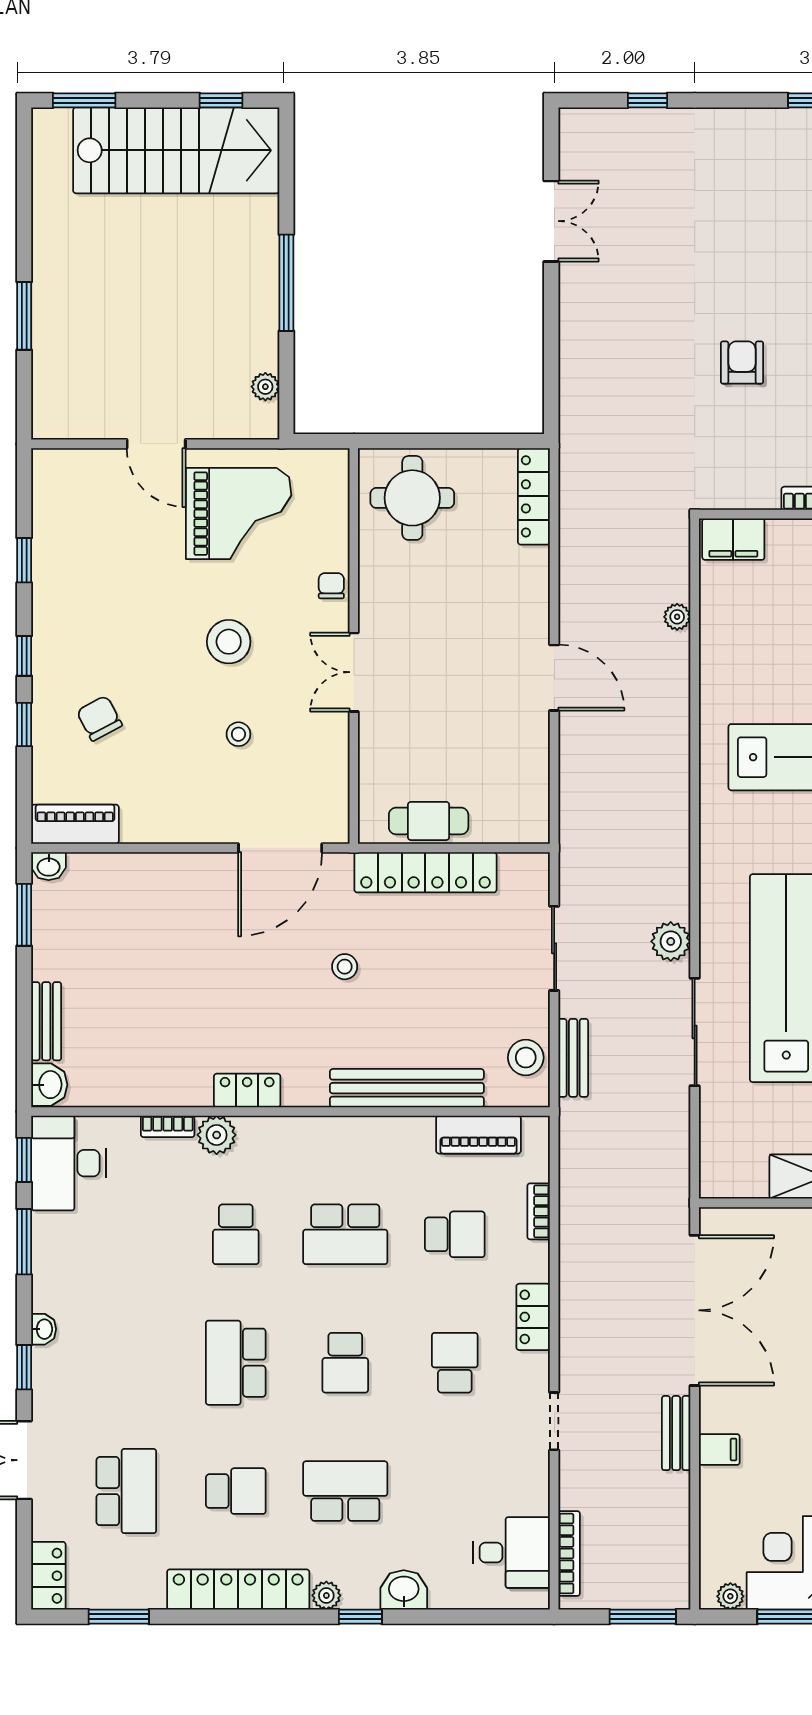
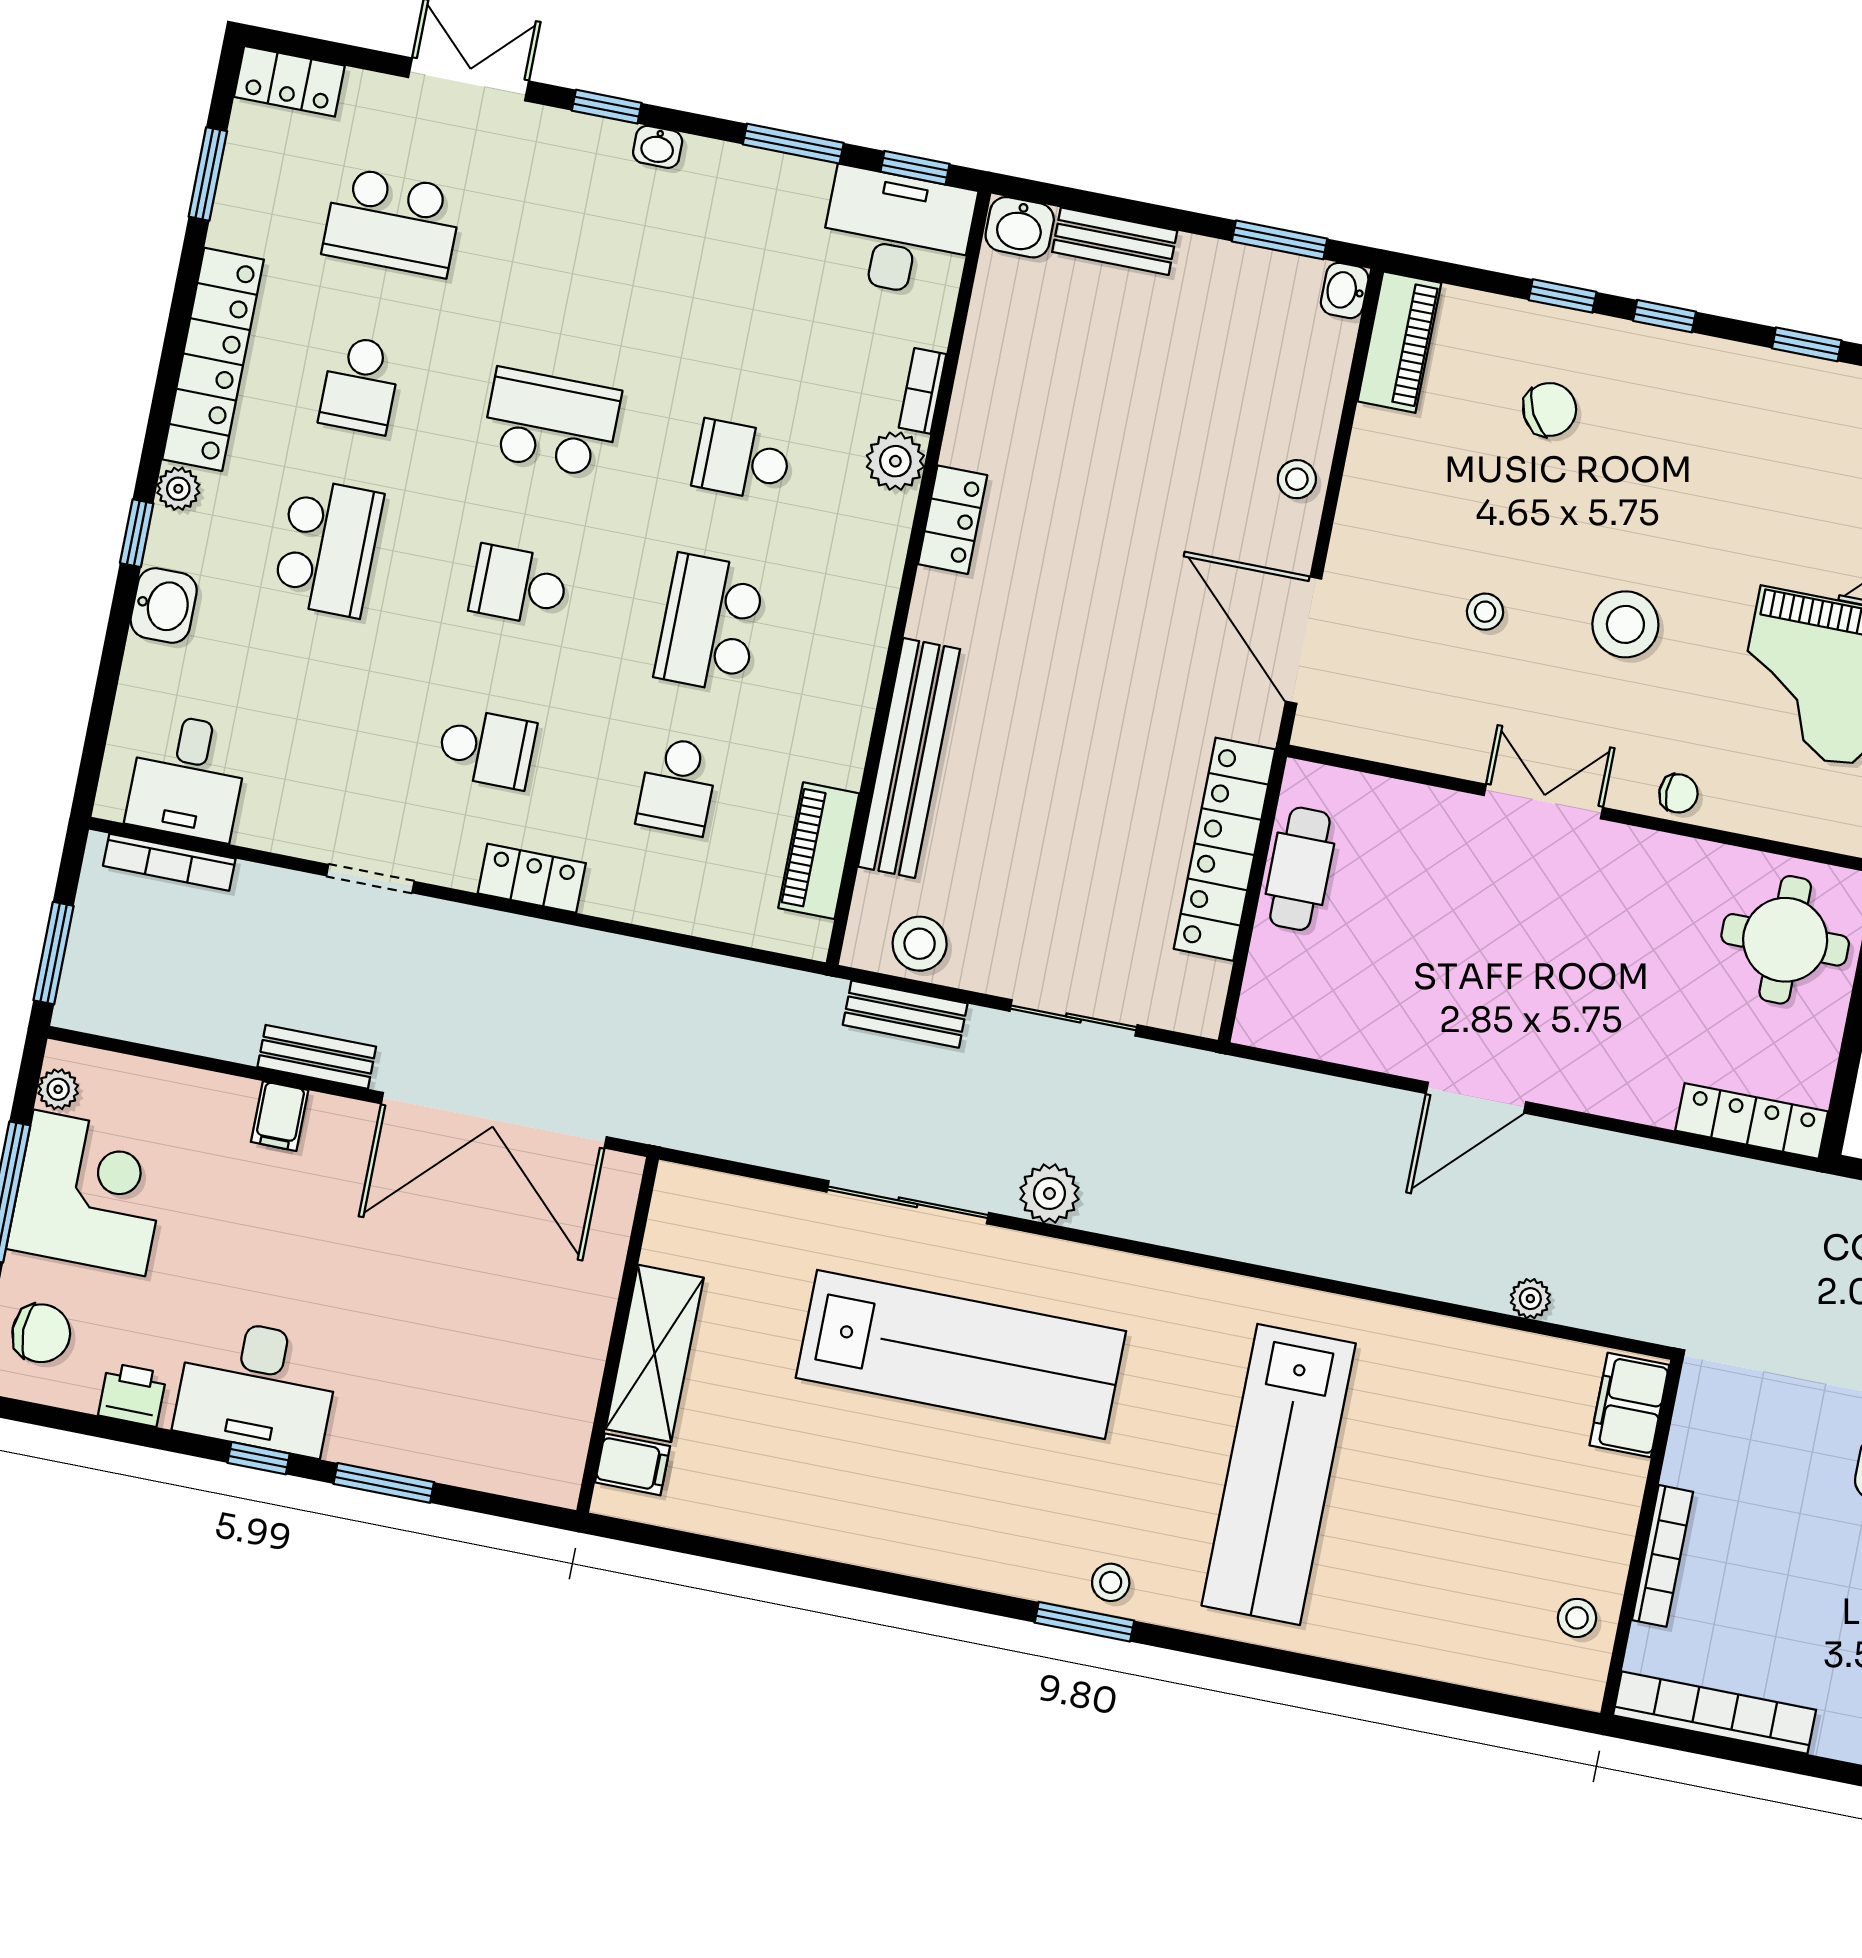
stool: (345, 967) -> (1297, 479), moved
bookcase: (539, 1211) -> (687, 918), removed

